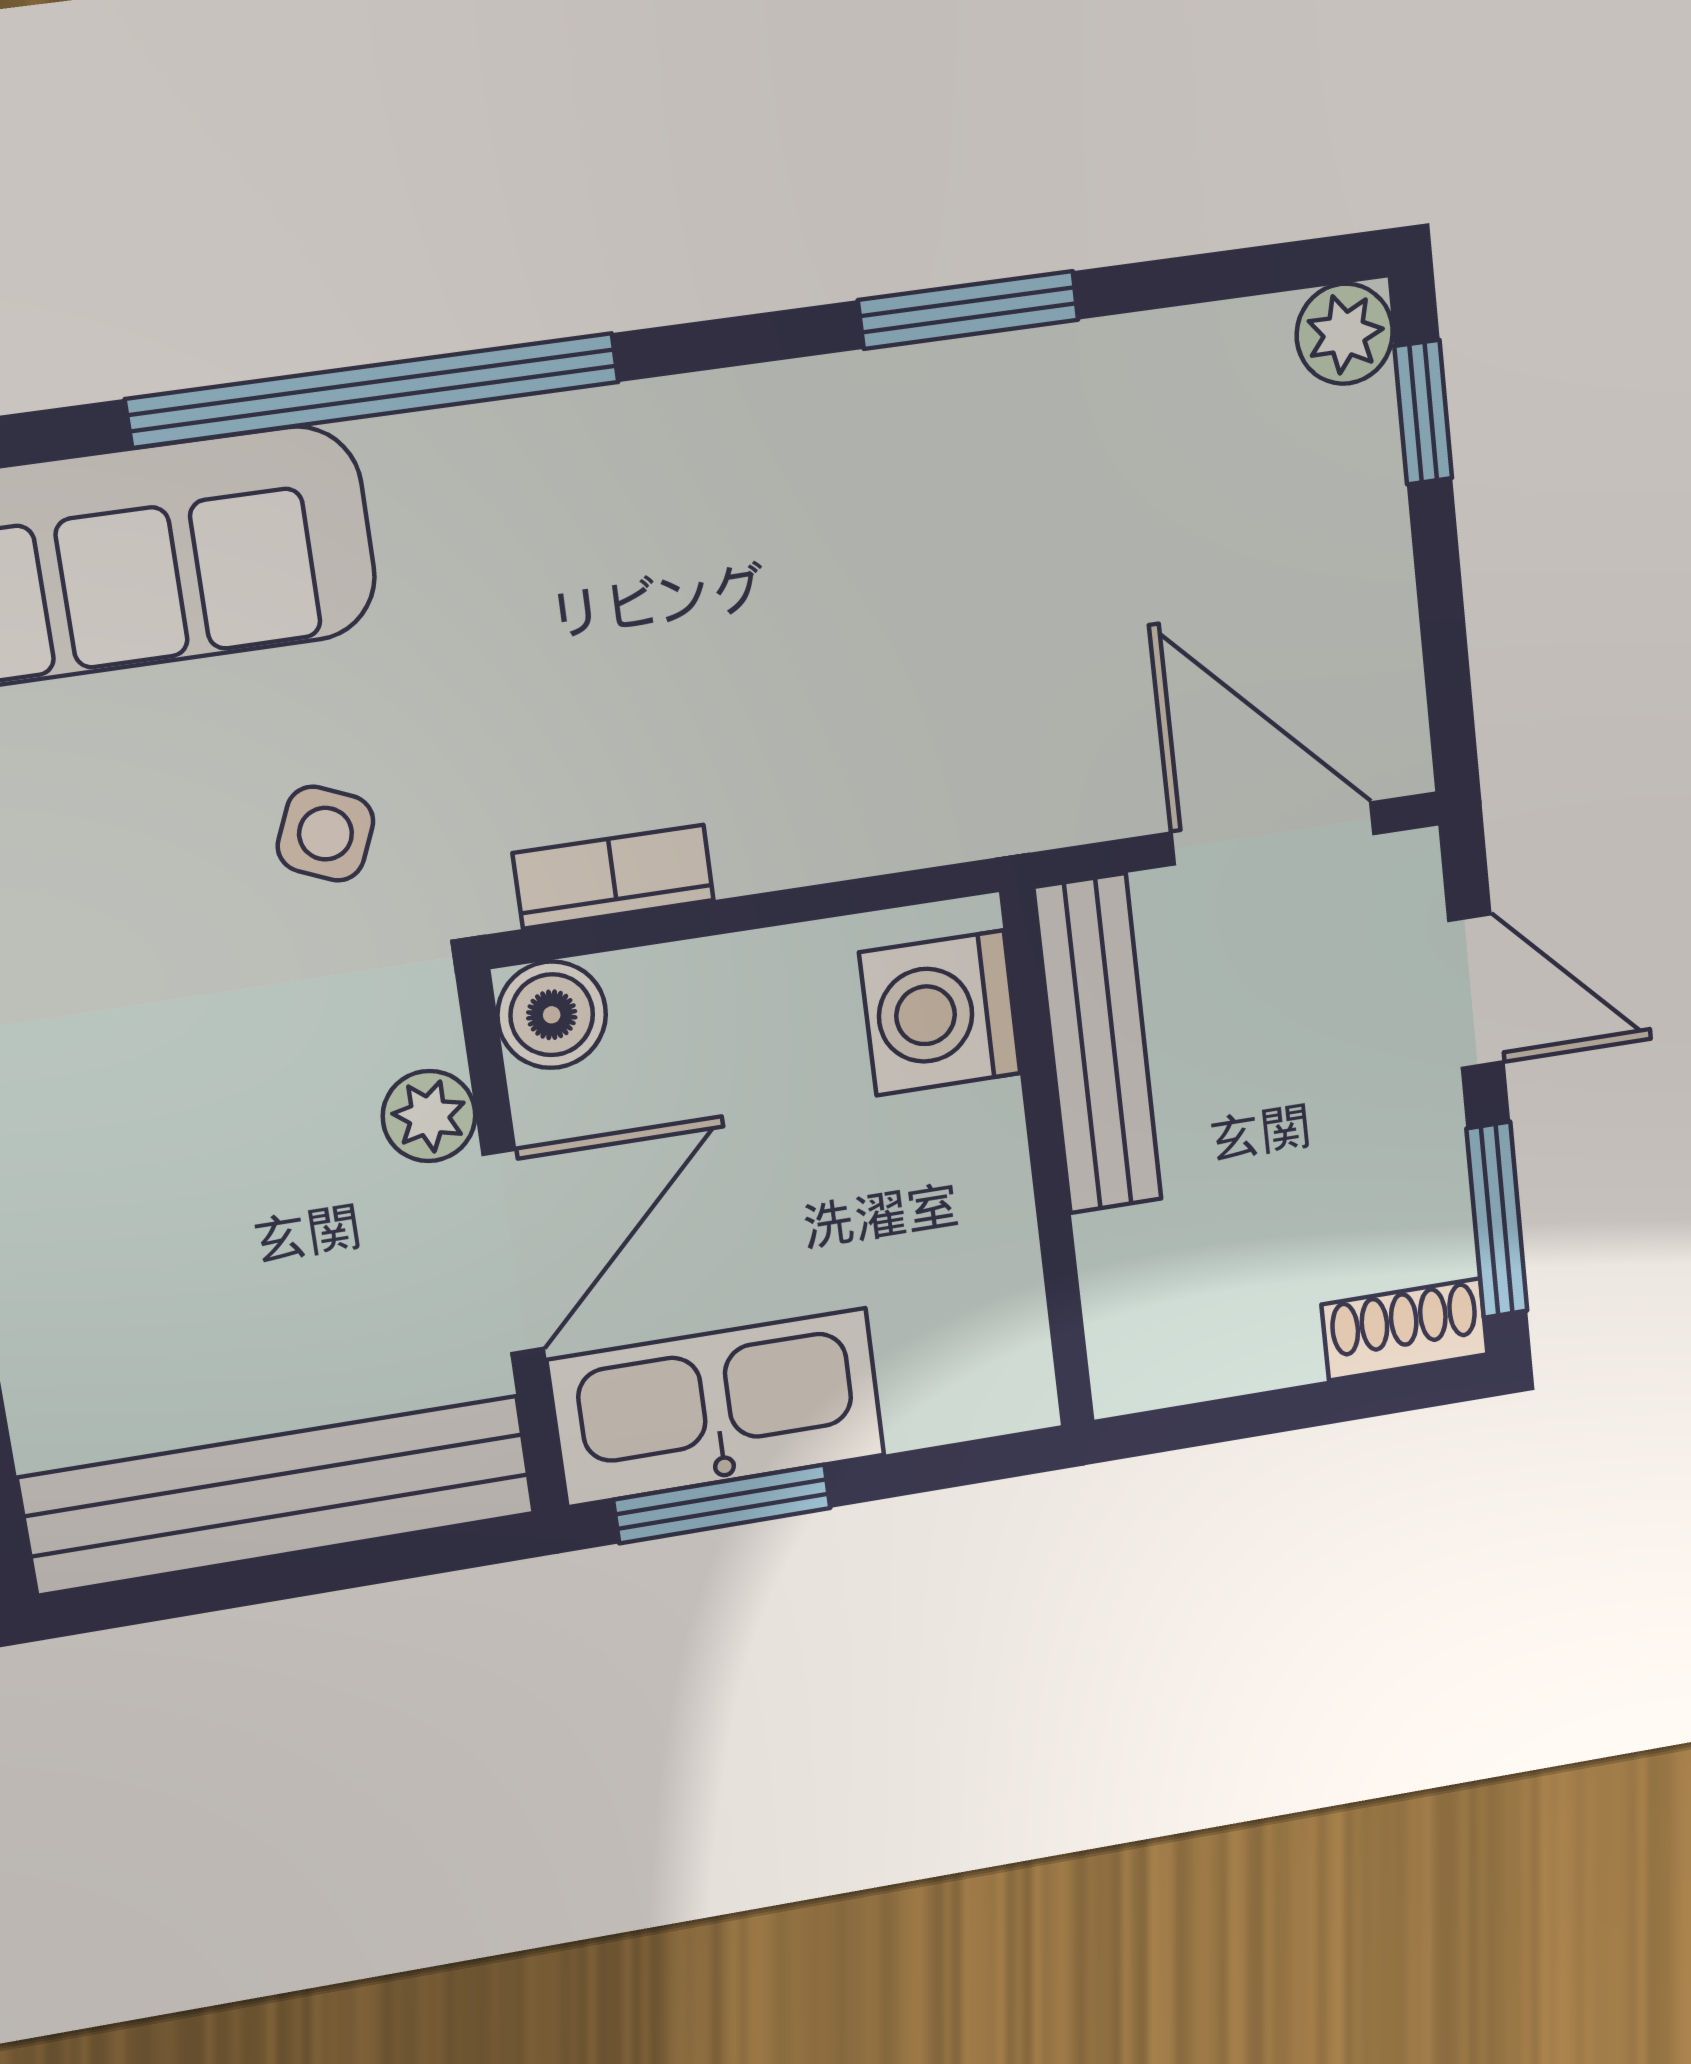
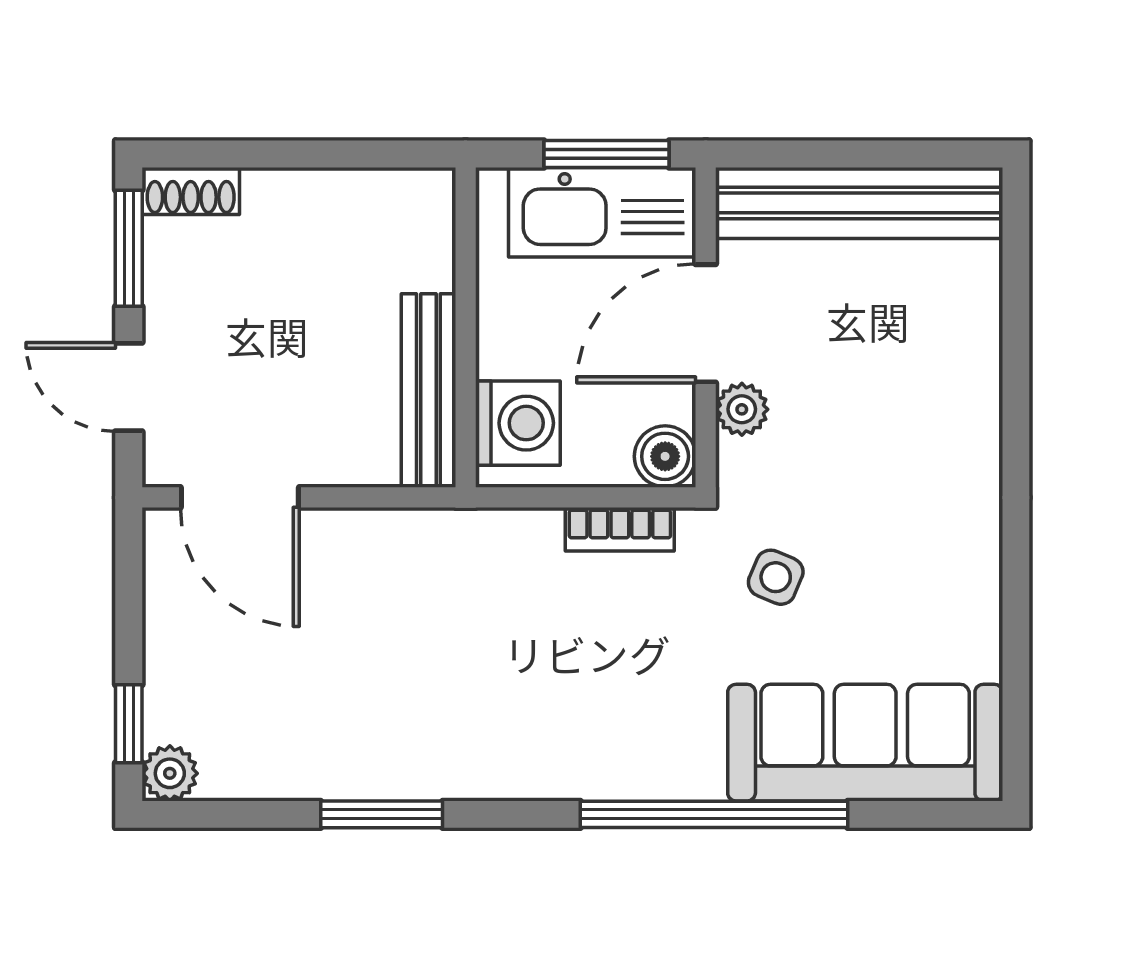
washing machine: (940, 1013) -> (518, 423), moved
bench: (1098, 1044) -> (428, 391), moved
wall: (1047, 1160) -> (466, 327), moved

